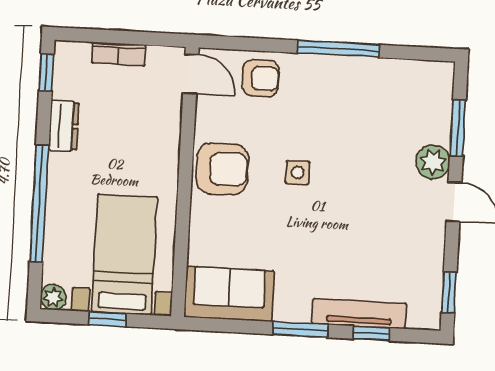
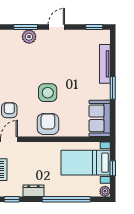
plant: (433, 162) -> (29, 37), moved
side table: (298, 172) -> (48, 93), width x1.87, depth x1.87
window: (371, 333) -> (113, 58), removed

